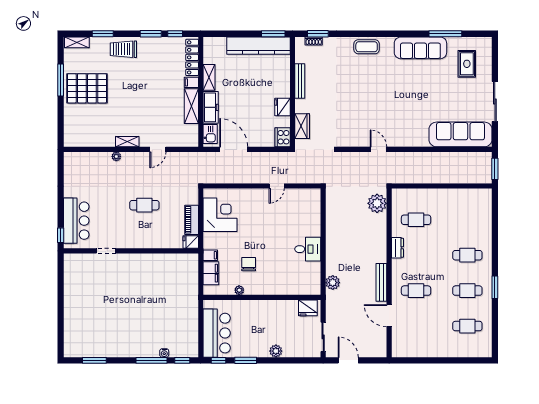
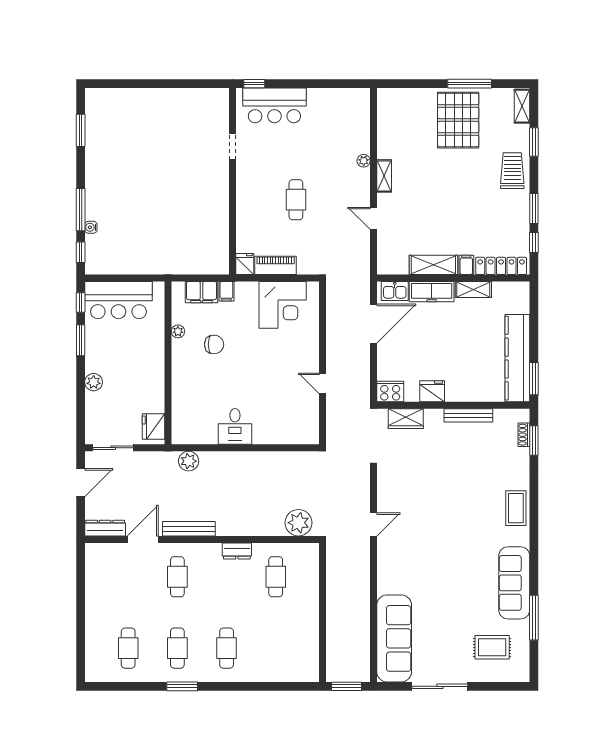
dresser: (381, 343) -> (105, 528), added

